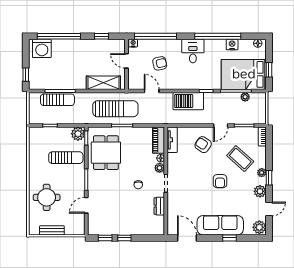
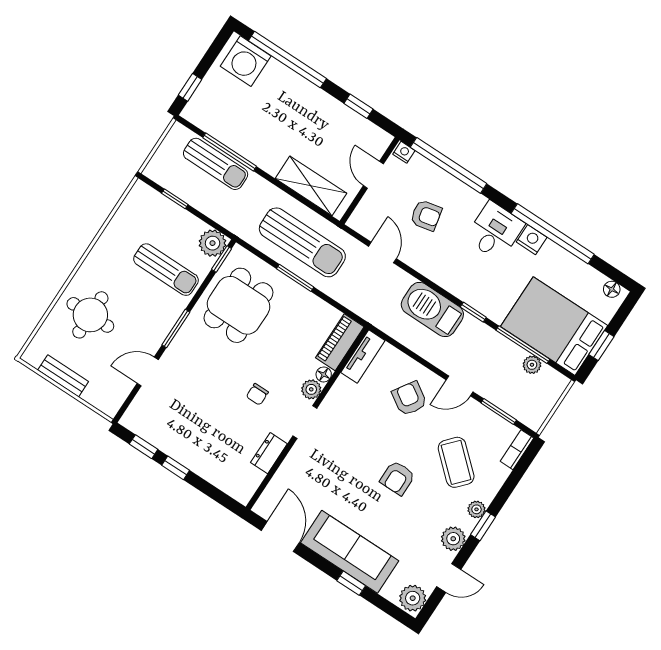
nightstand: (232, 45) -> (532, 240), moved

